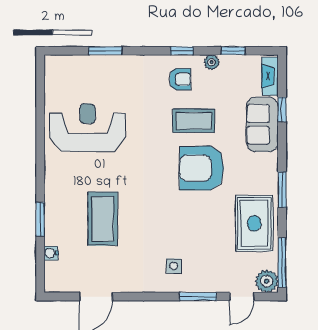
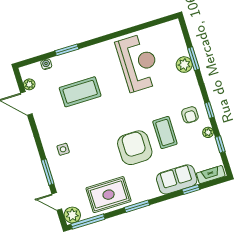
plant: (109, 66) -> (184, 65), added
plant: (71, 285) -> (29, 84), added

